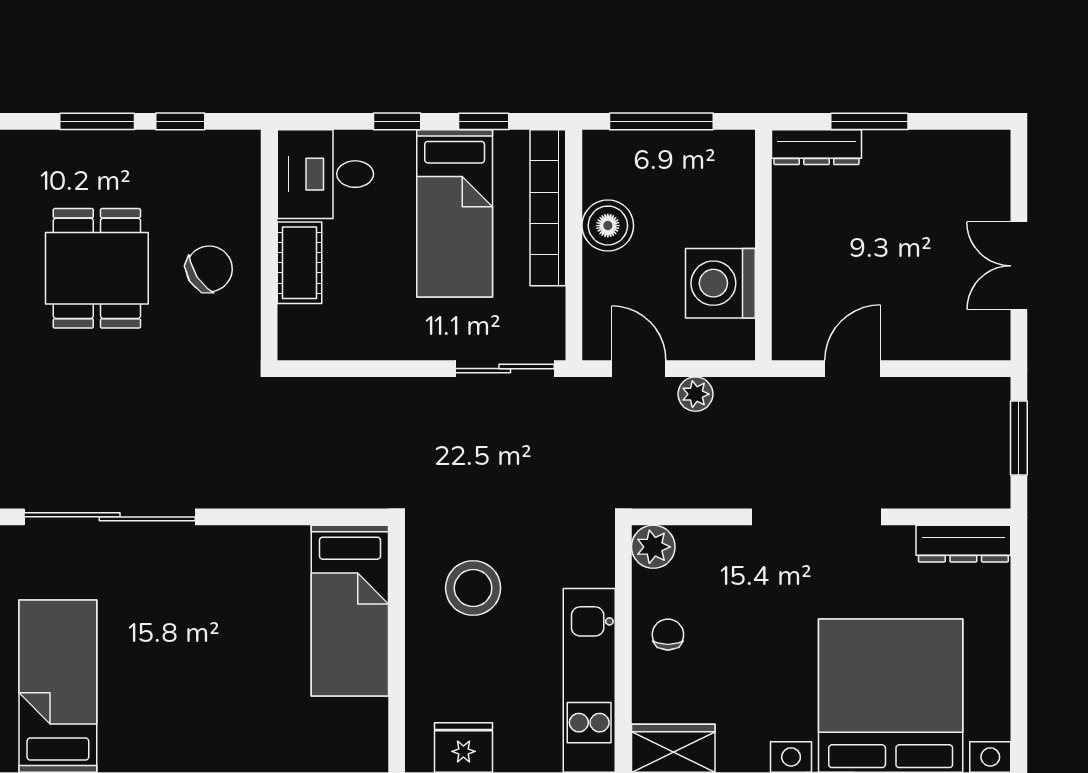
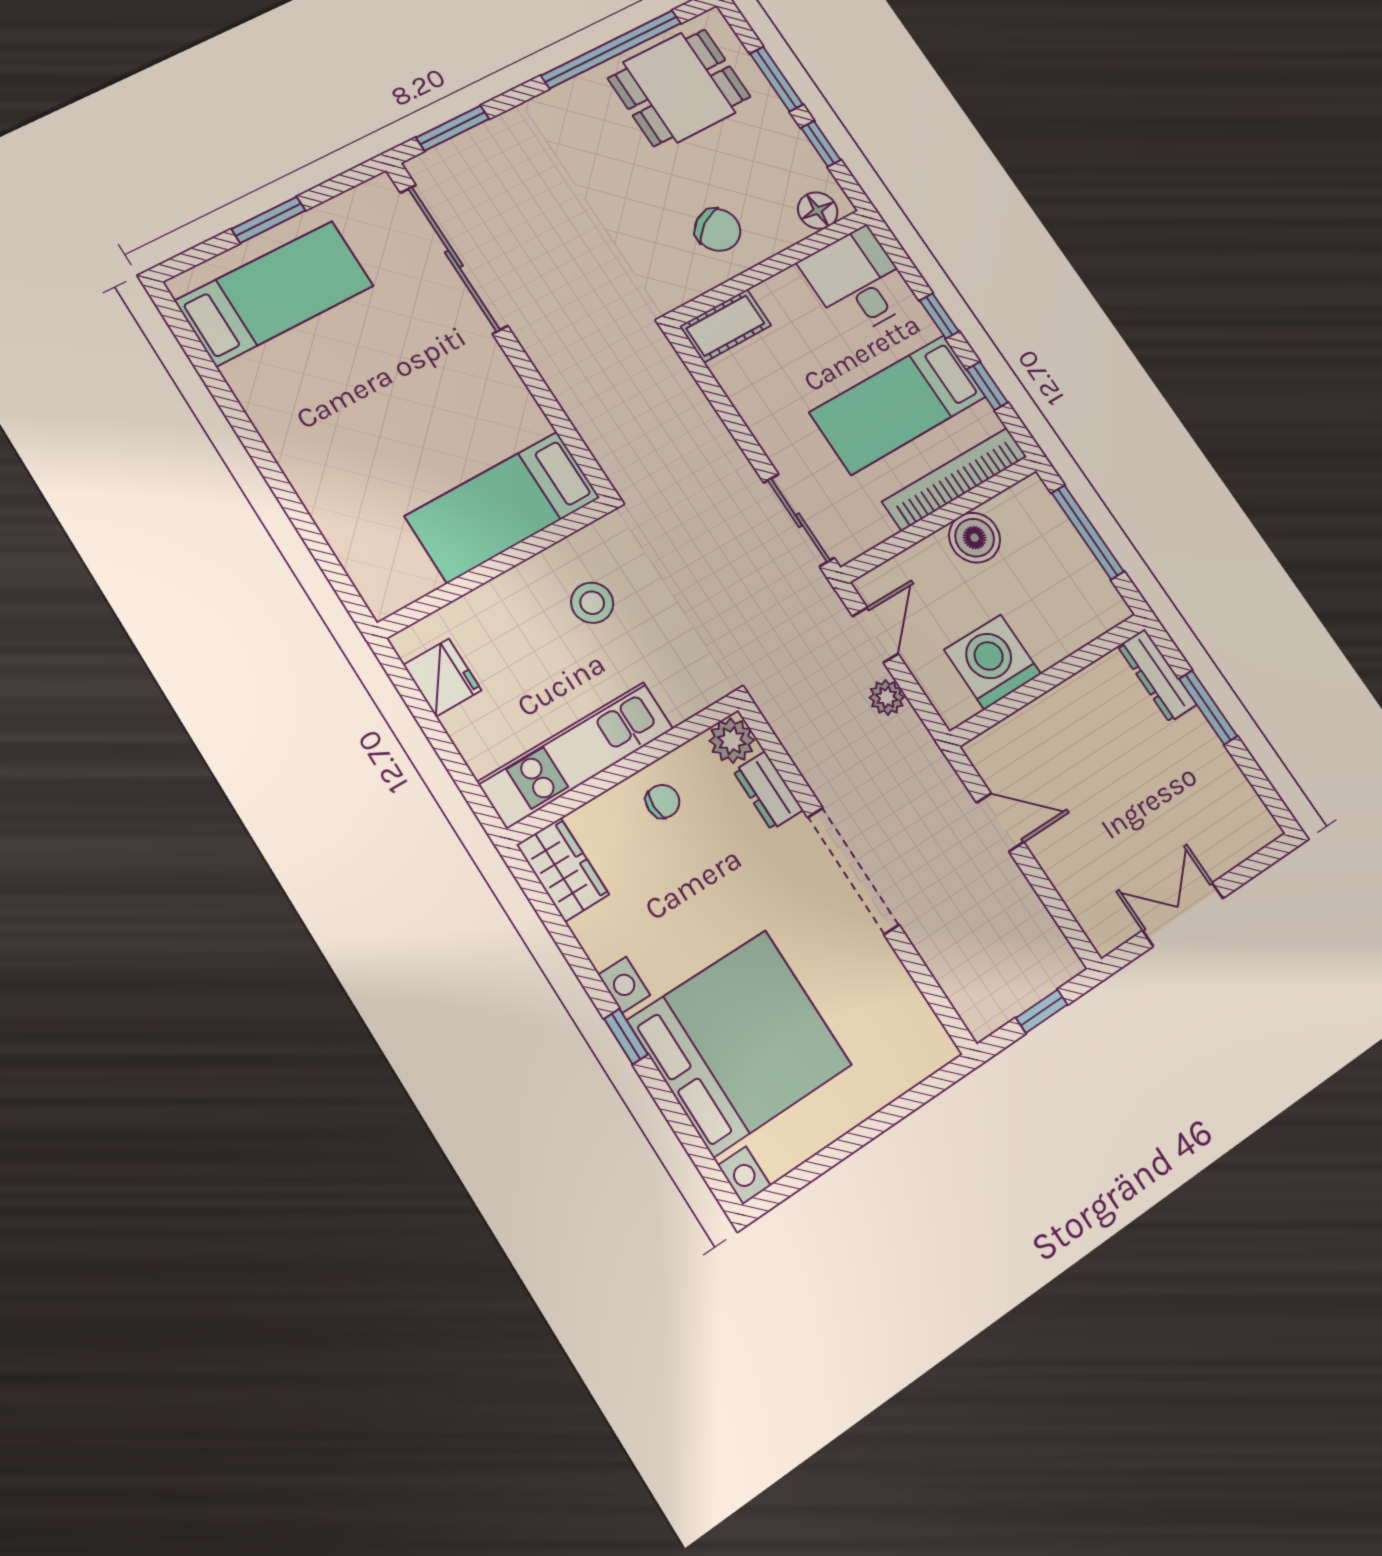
floor lamp: (241, 166) -> (818, 211), added
cot: (299, 263) -> (725, 326), moved
dining table: (97, 268) -> (679, 88), moved
window: (1019, 438) -> (1042, 1011), width x0.67
dresser: (963, 544) -> (768, 791), moved, width x0.70
stool: (473, 588) -> (592, 603), width x0.73, depth x0.73

